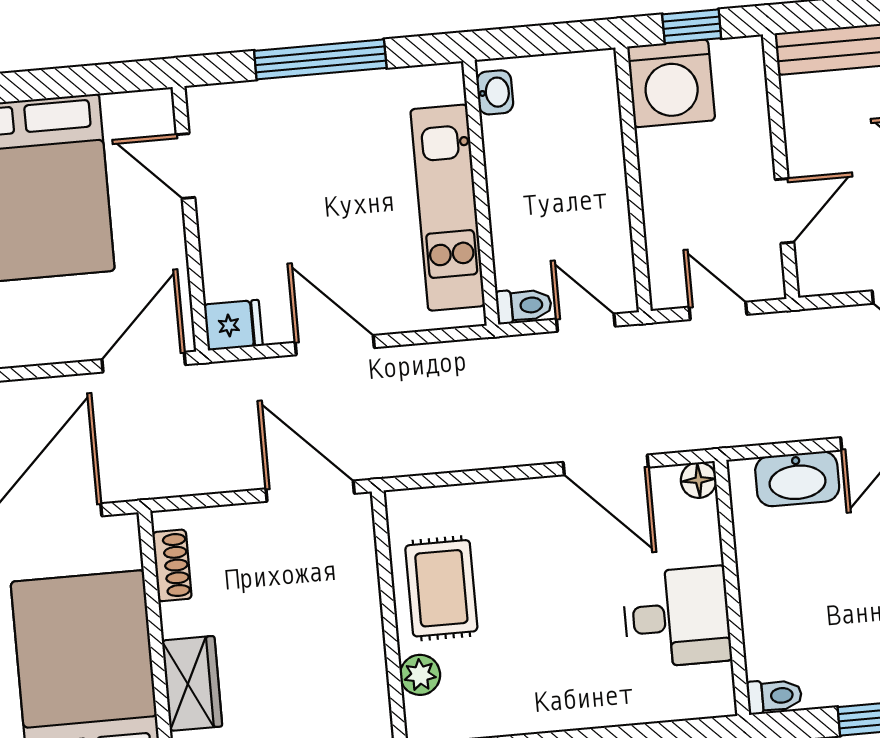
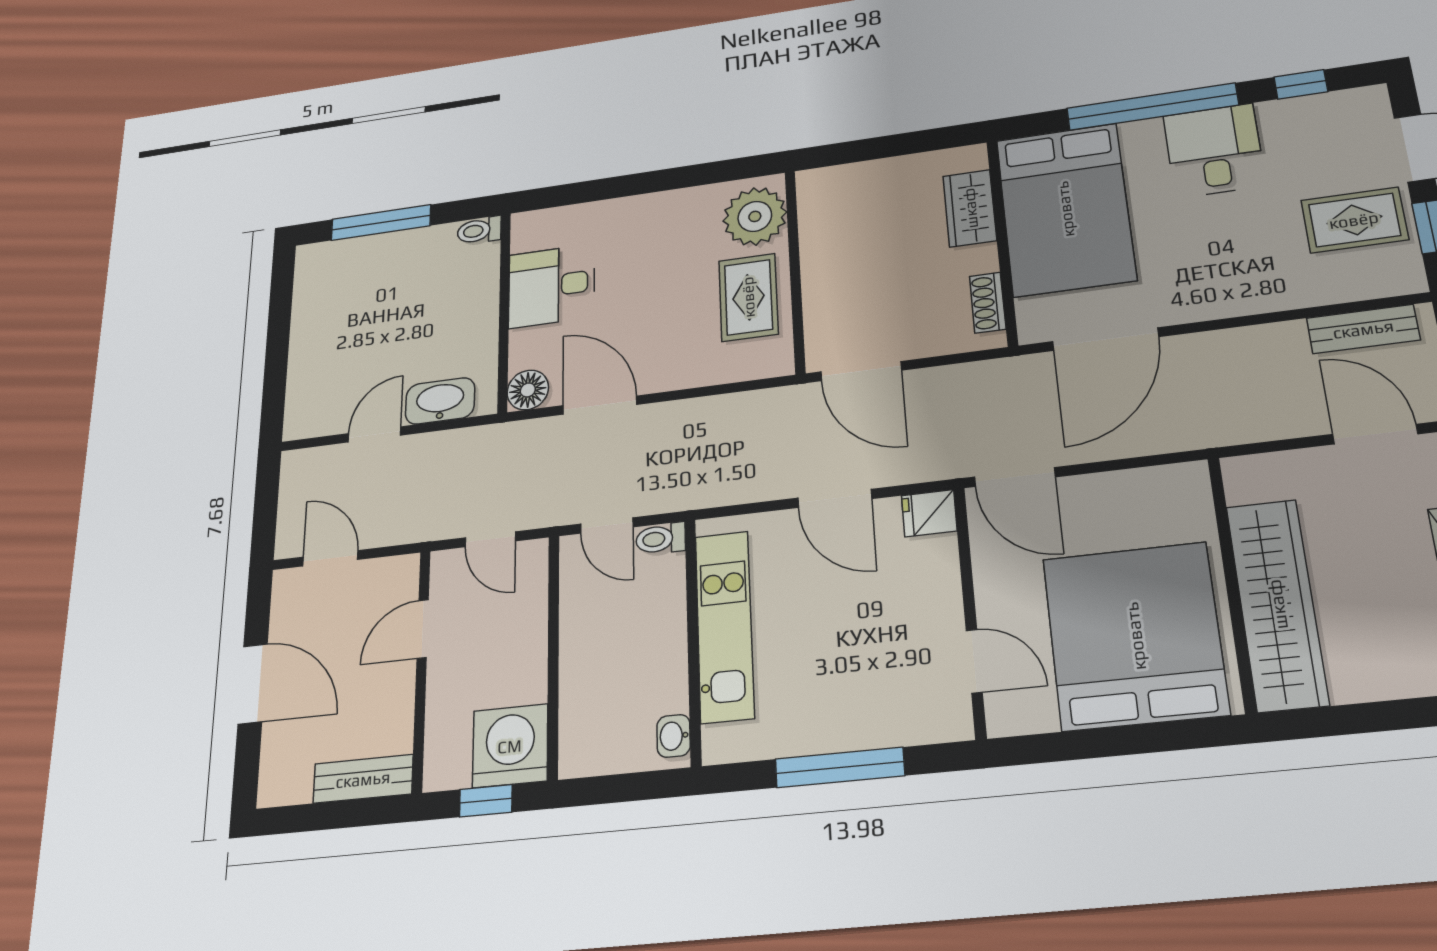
door: (144, 362) -> (1015, 477), hinge flipped
floor lamp: (699, 480) -> (528, 390), width x1.37, depth x1.37
plant: (420, 675) -> (755, 216), width x1.88, depth x1.88

